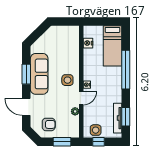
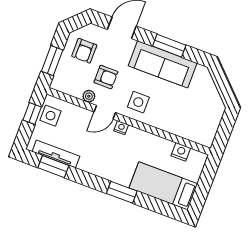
window: (126, 70) -> (122, 192), width x0.47
door: (81, 98) -> (105, 112), hinge flipped
armchair: (60, 105) -> (106, 77), added

